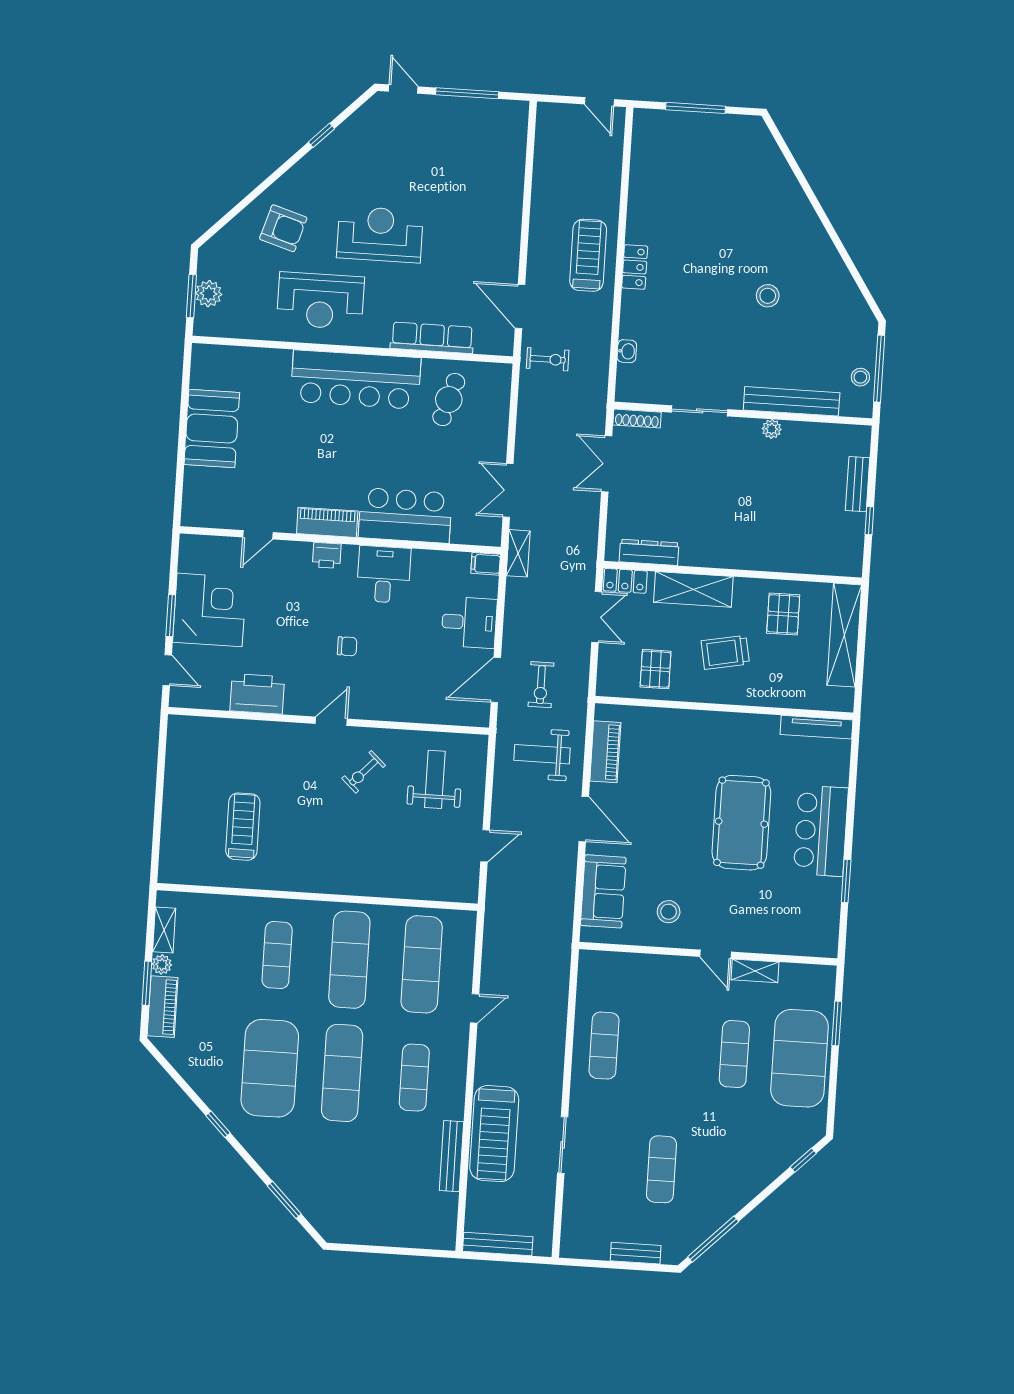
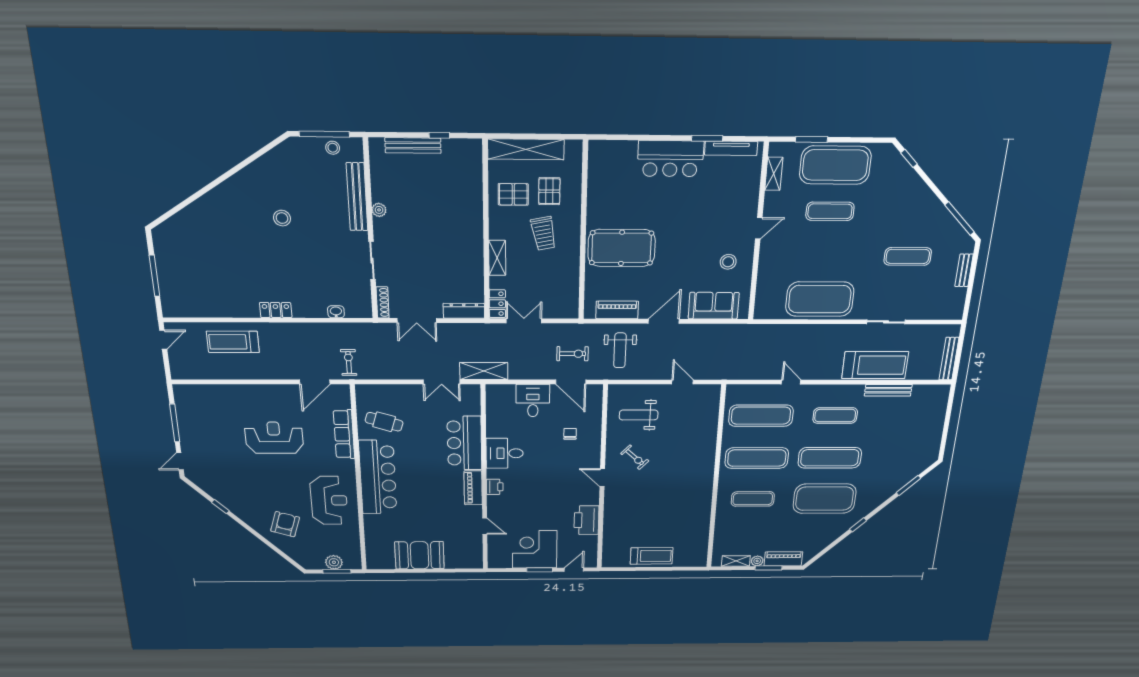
reception desk: (380, 234) -> (274, 438), moved, turned 90
treadmill: (588, 255) -> (233, 342), moved
bench: (858, 484) -> (413, 145), width x1.36
dresser: (649, 552) -> (464, 311), moved, turned 90
shelving: (518, 553) -> (484, 371), width x1.50, depth x1.33
filing cabinet: (486, 564) -> (493, 393), removed
shelving: (693, 589) -> (497, 258), width x0.67, depth x0.75
chair: (347, 646) -> (570, 434), moved
pallet: (656, 669) -> (549, 191), moved, turned 90
tv unit: (816, 727) -> (731, 148), moved, turned 90
pool table: (741, 823) -> (621, 248), moved
treadmill: (243, 827) -> (652, 556), moved, turned 180
shelving: (755, 971) -> (774, 174), moved
exercise mat: (604, 1046) -> (820, 299), width x2.00, depth x1.45

